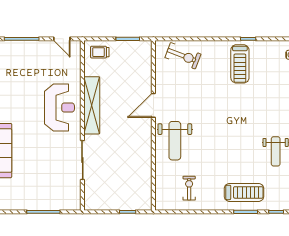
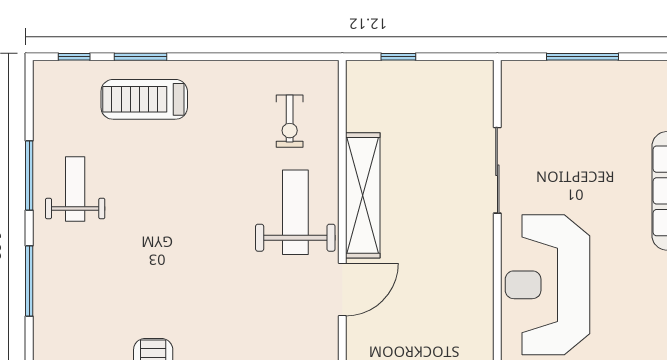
shelving: (92, 105) -> (363, 195), moved
reception desk: (59, 108) -> (547, 285), width x1.36, depth x1.30
exercise bike: (189, 188) -> (290, 121), moved

